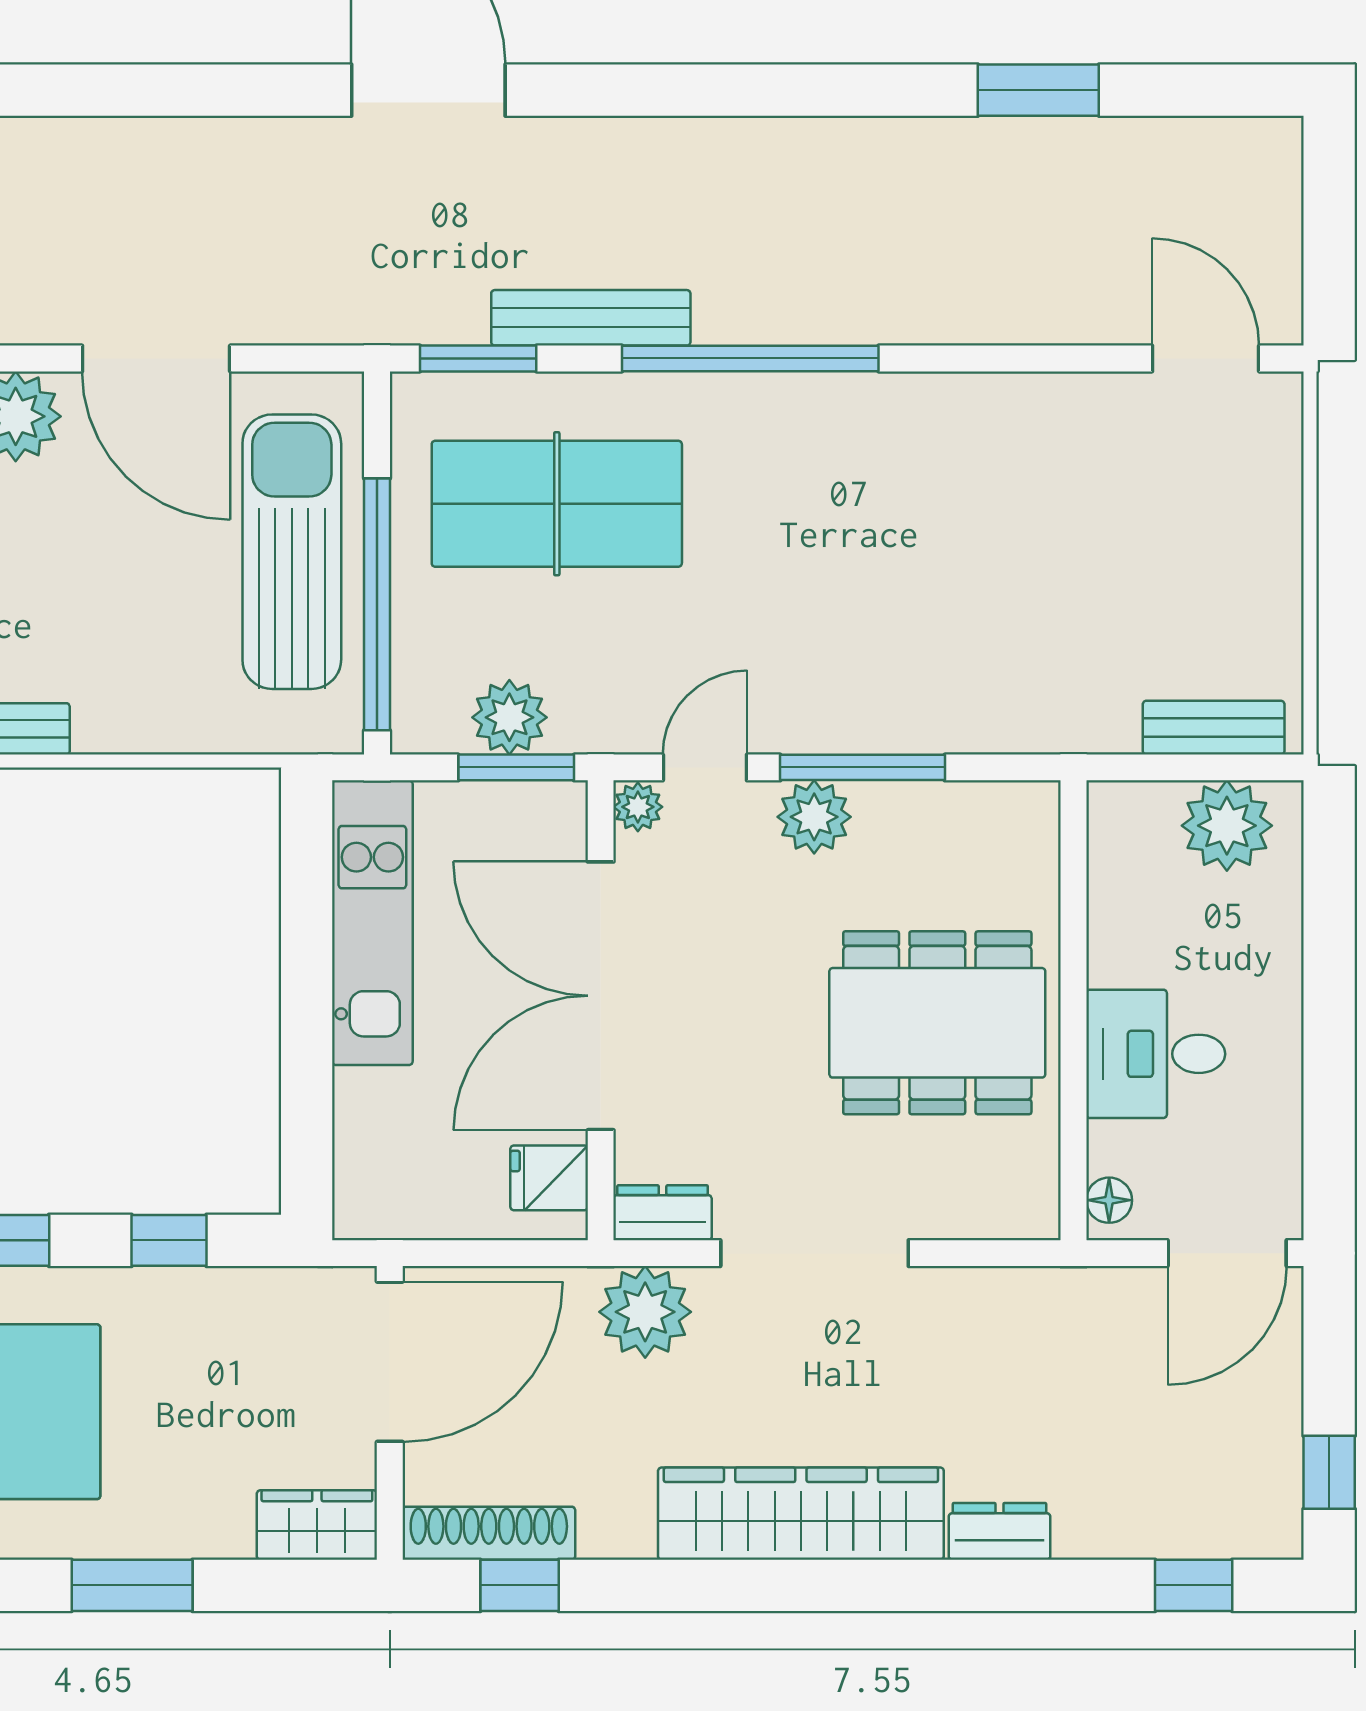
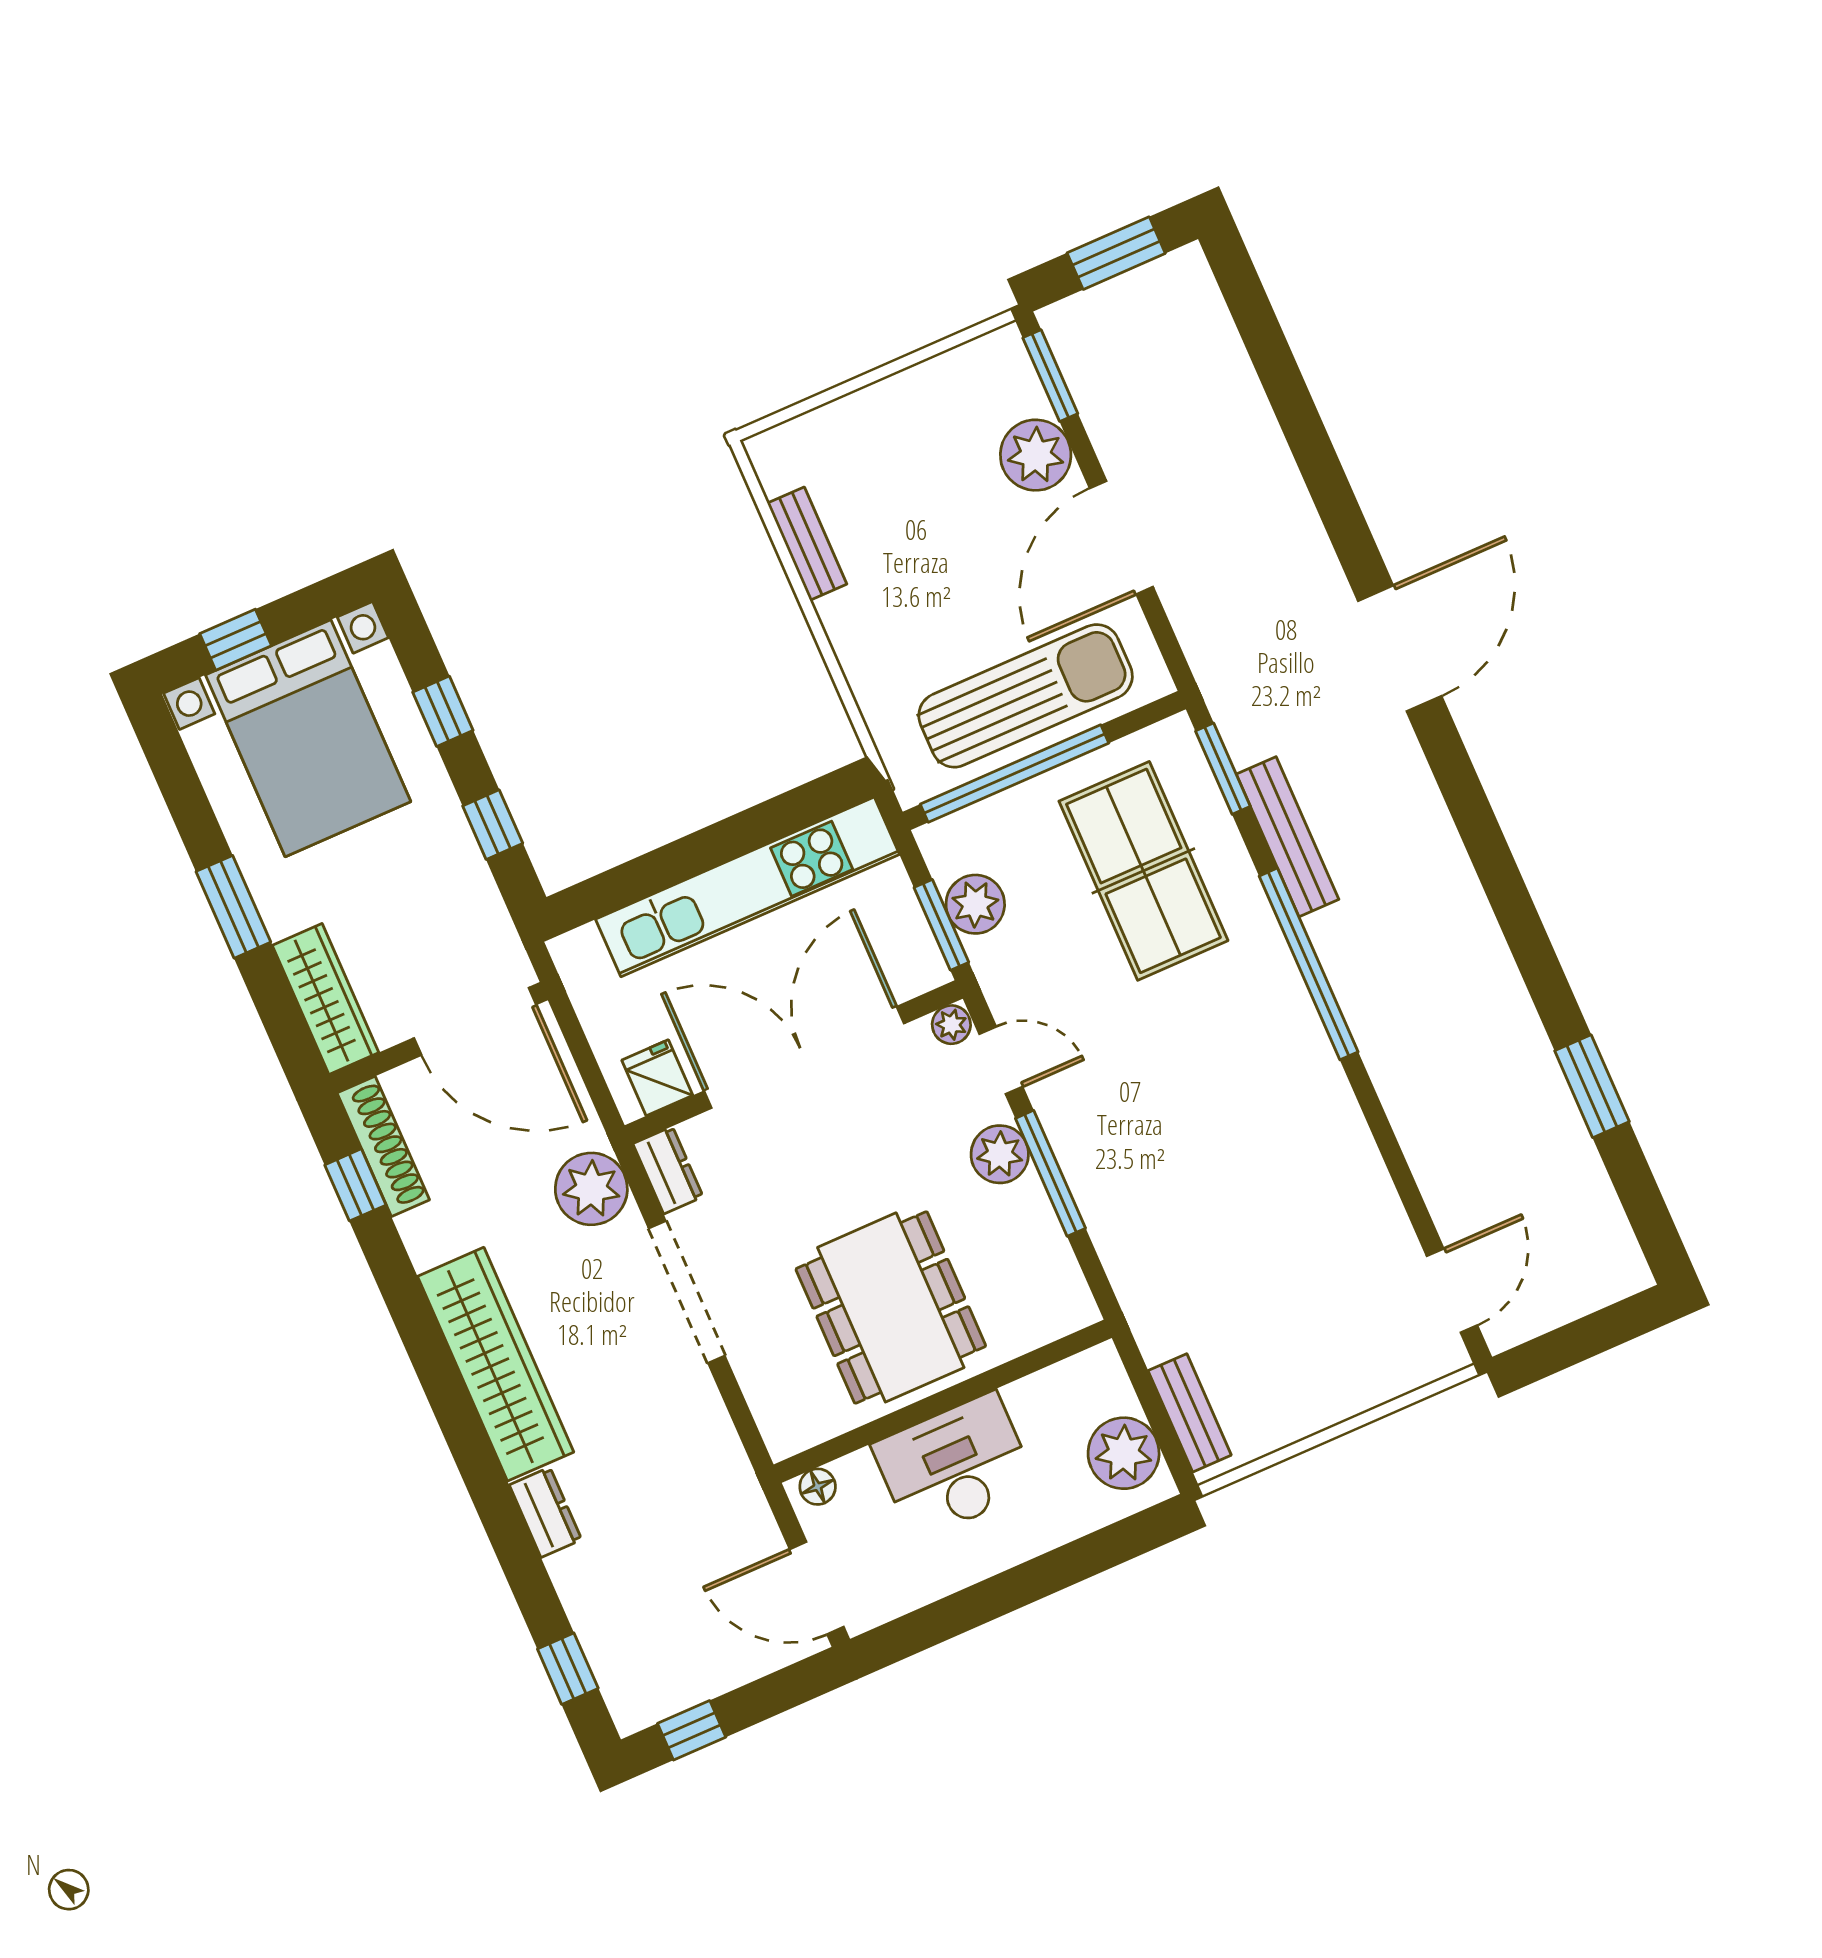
kitchen unit: (372, 923) -> (748, 887), width x1.36
desk: (1156, 1054) -> (955, 1466), width x1.37
wardrobe: (317, 1525) -> (325, 999), width x1.50

